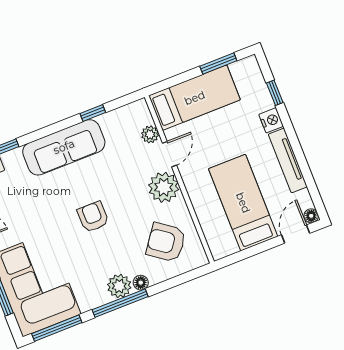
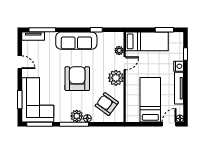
armchair: (93, 217) -> (77, 79), width x1.88, depth x1.88

